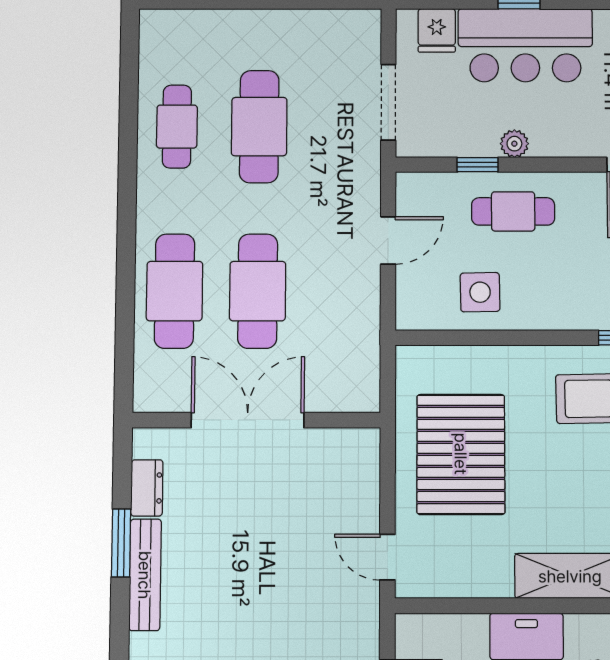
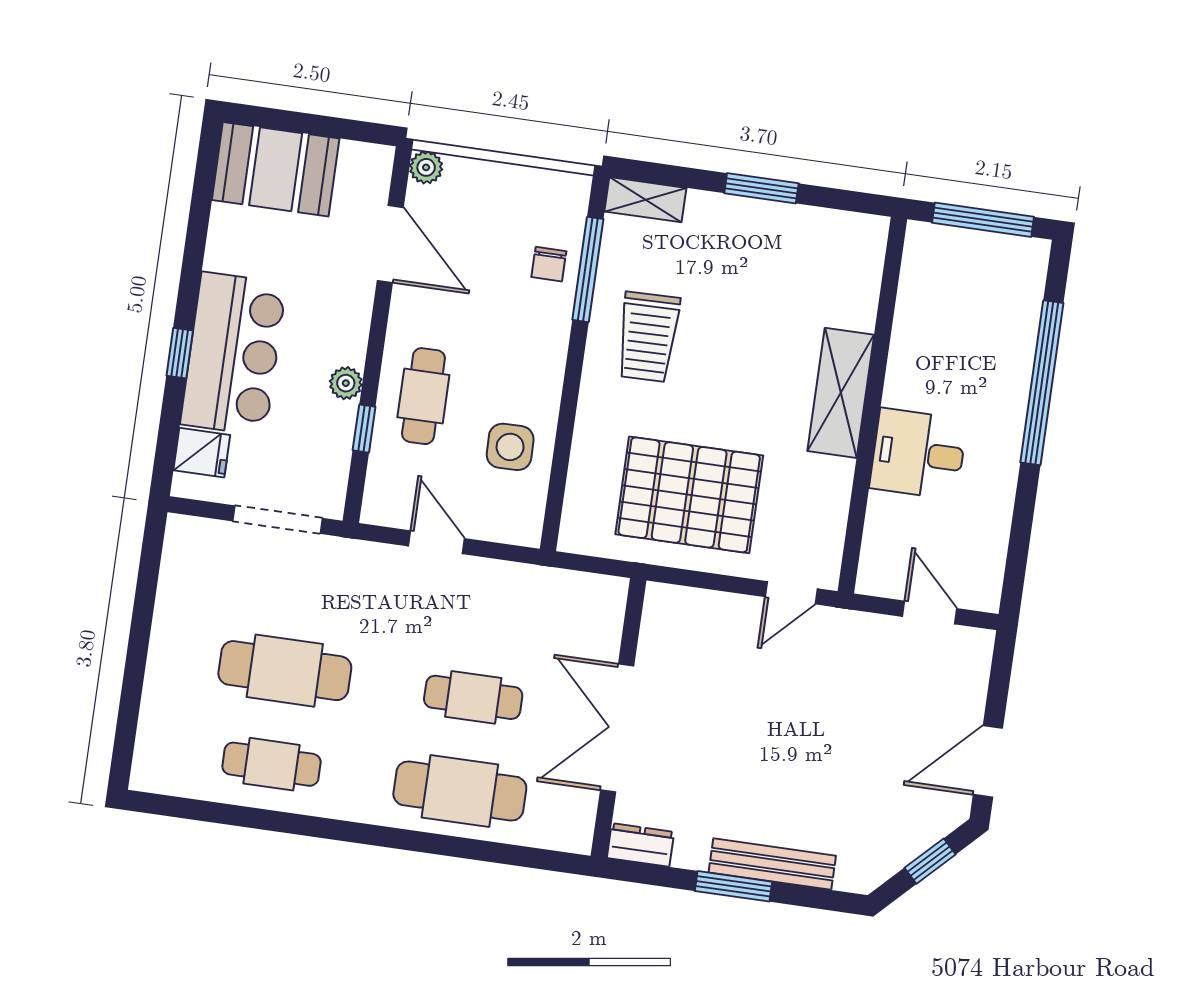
cafe table: (258, 291) -> (473, 697), width x0.73, depth x0.74
dresser: (147, 488) -> (640, 845), moved

